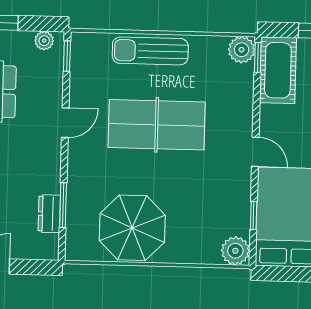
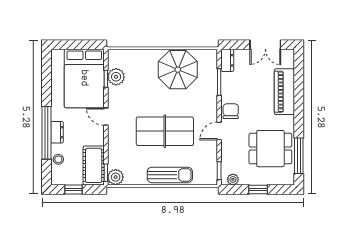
chair: (45, 156) -> (231, 111), added
dresser: (49, 214) -> (227, 60), moved
plant: (235, 251) -> (116, 77), moved

